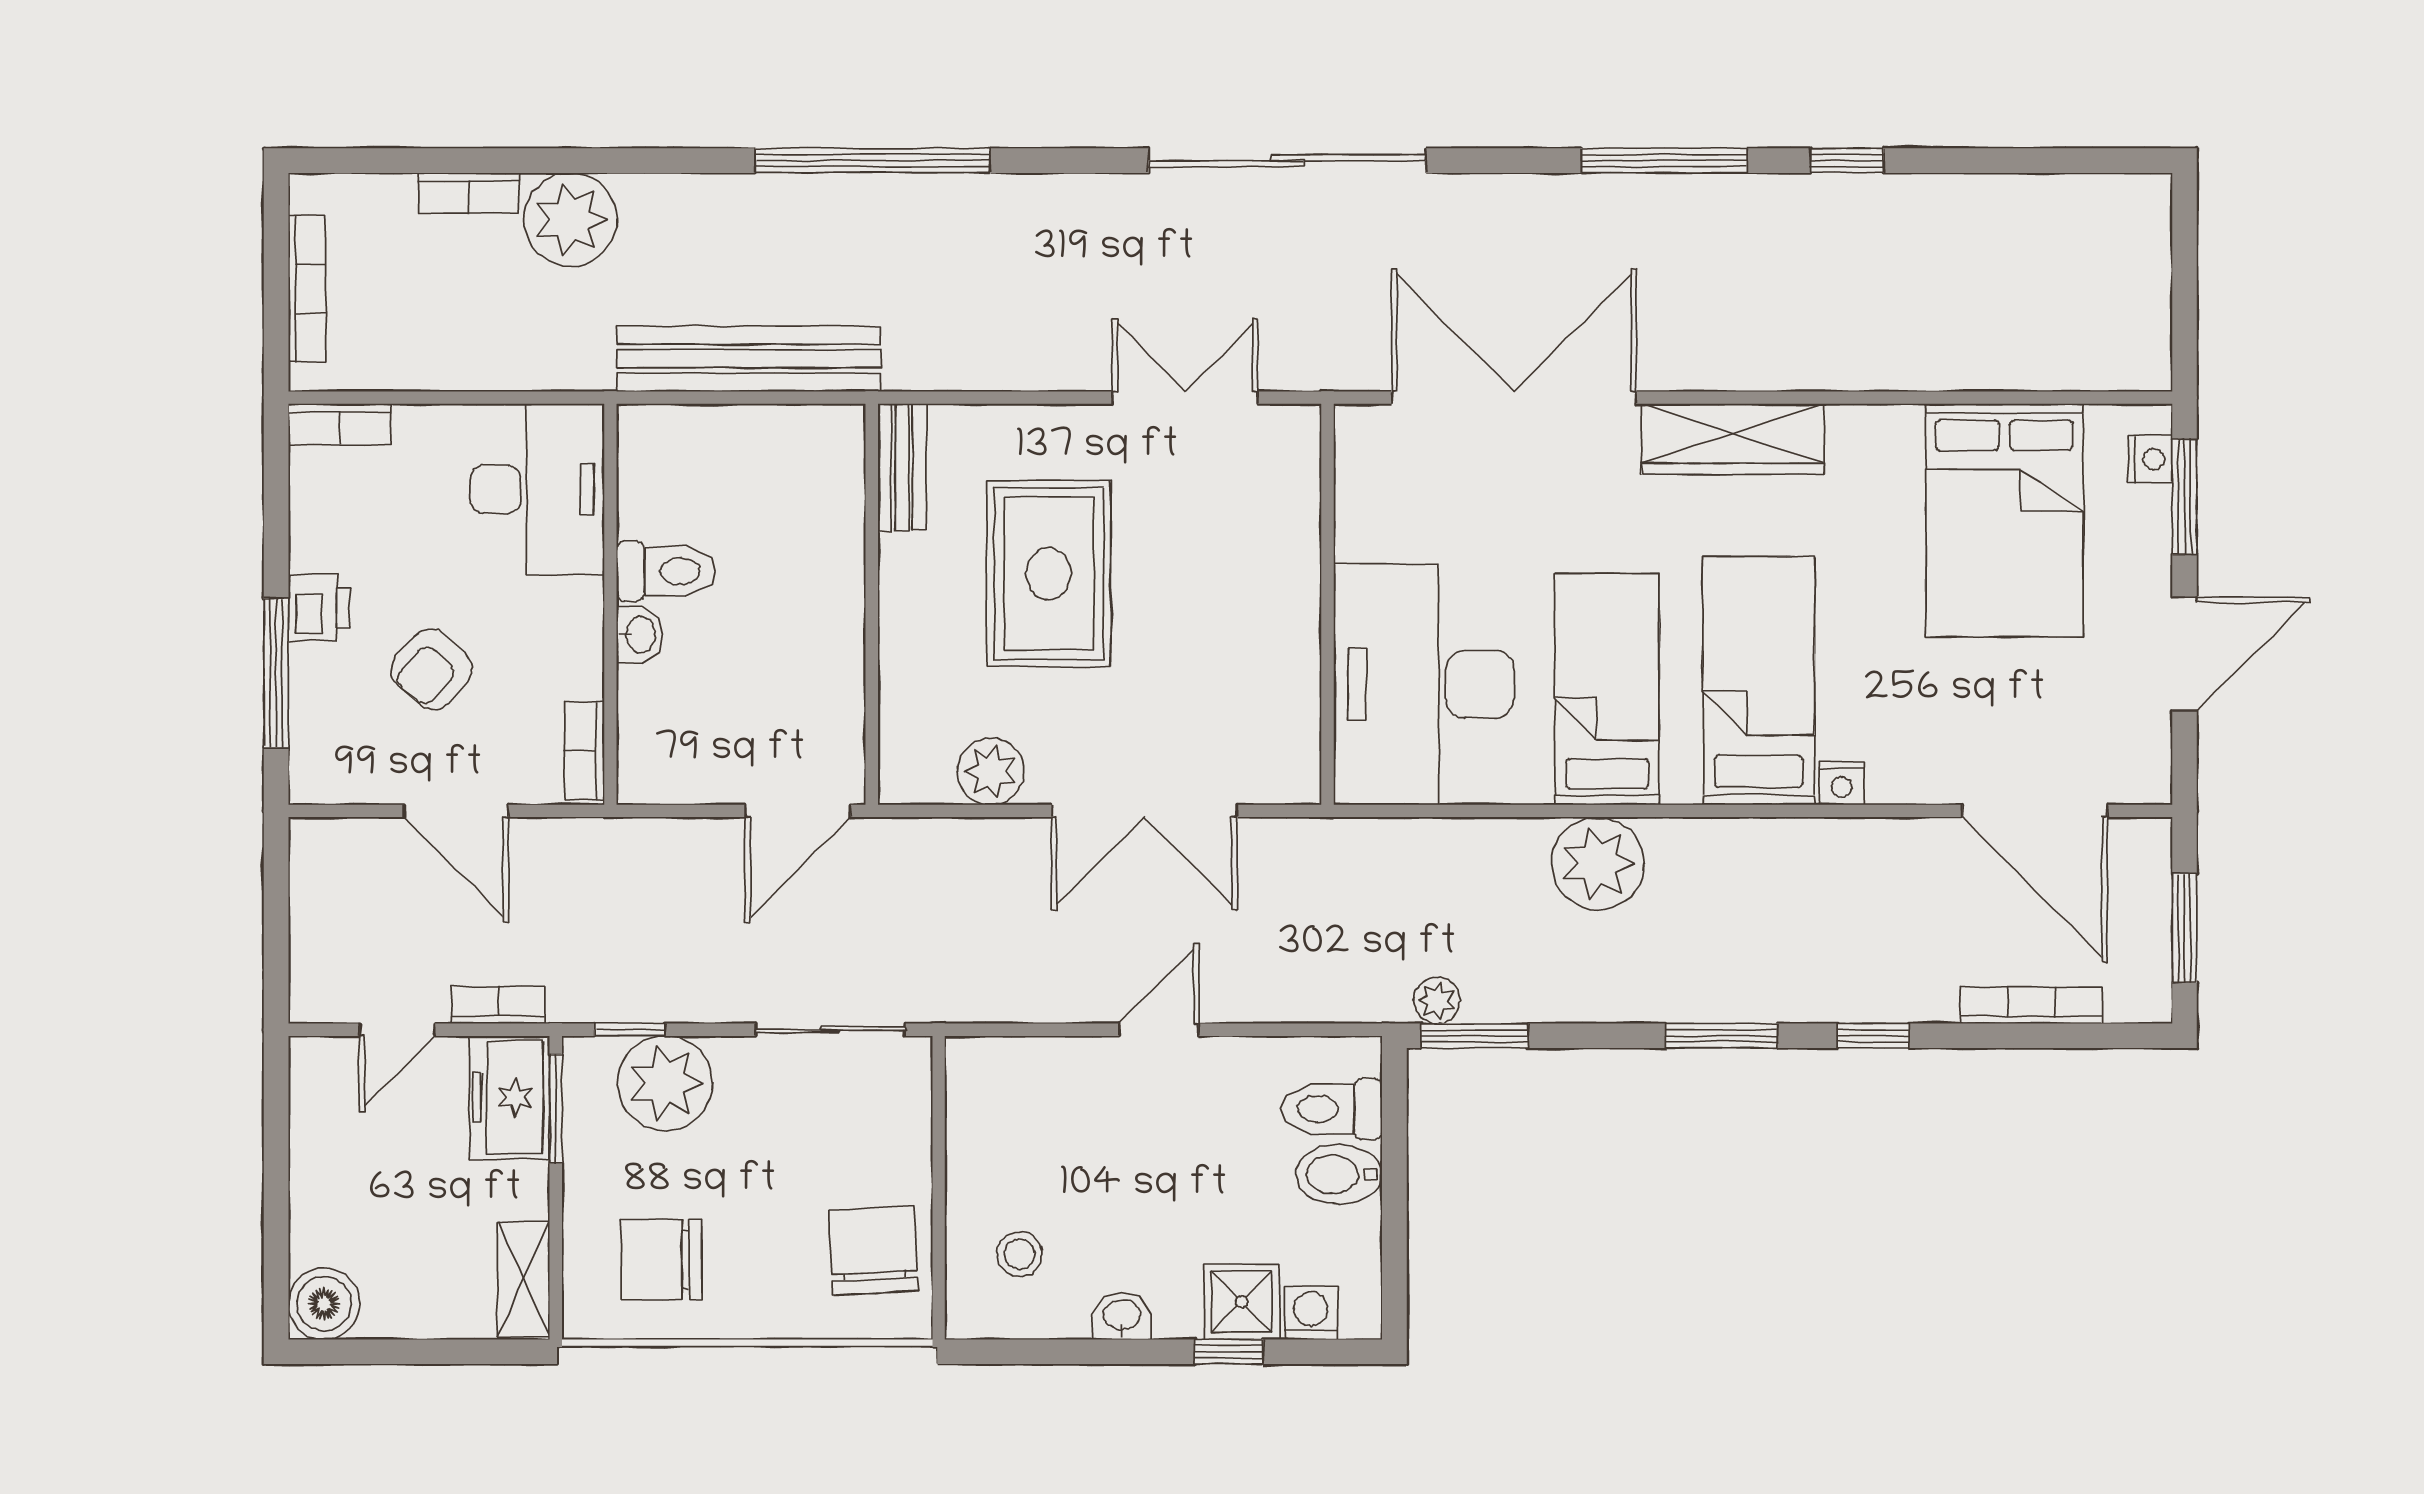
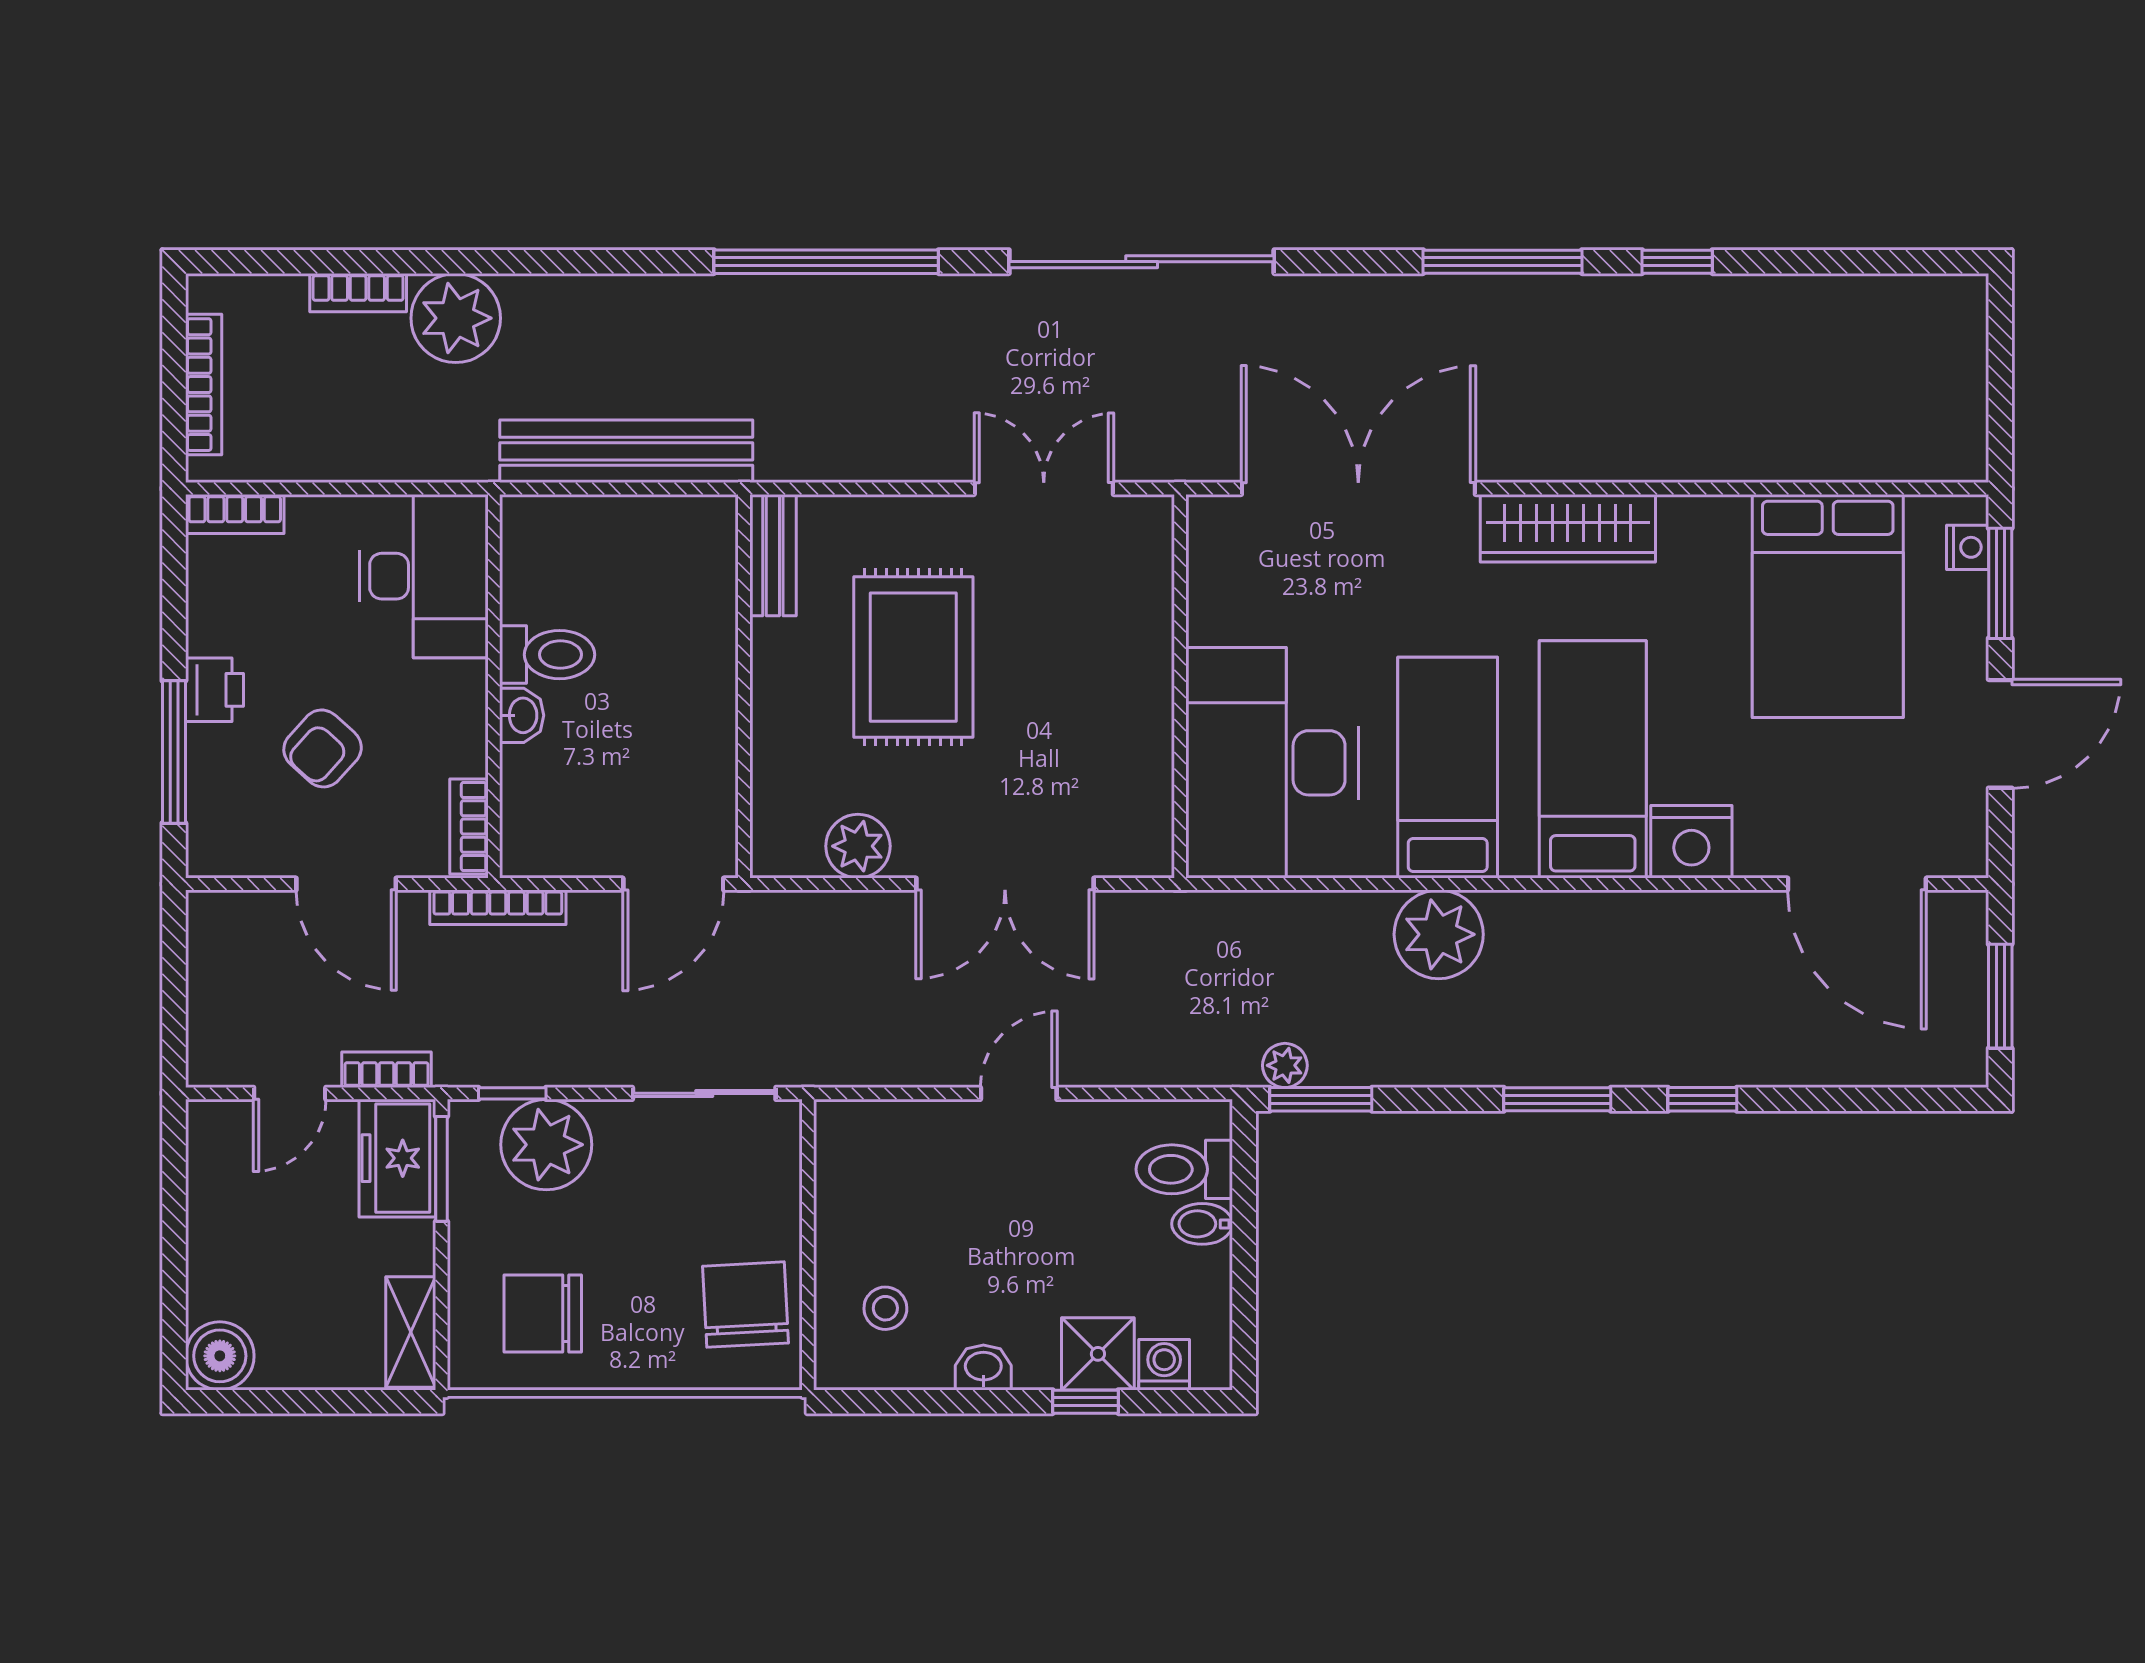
window: (873, 161) -> (826, 262), moved
nightstand: (1842, 784) -> (1691, 842), width x1.89, depth x1.79
bookcase: (2031, 1005) -> (498, 907), moved, turned 180
bidet: (1339, 1174) -> (1202, 1224), width x0.72, depth x0.74

